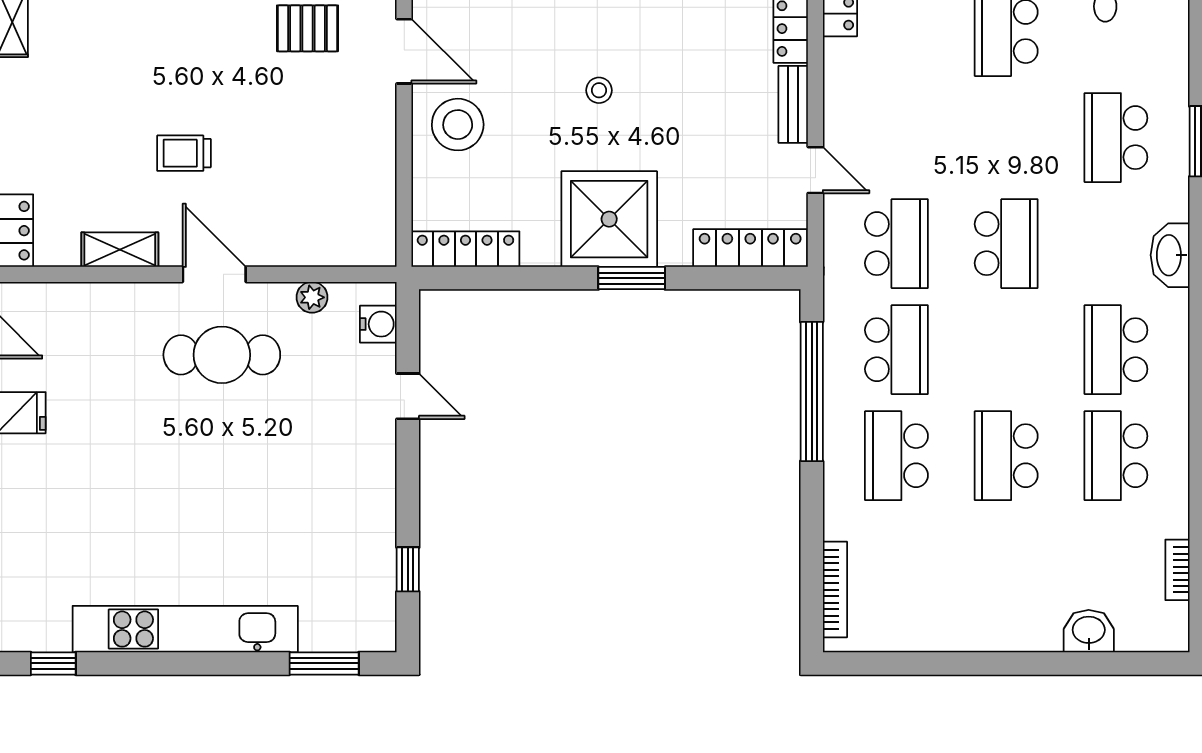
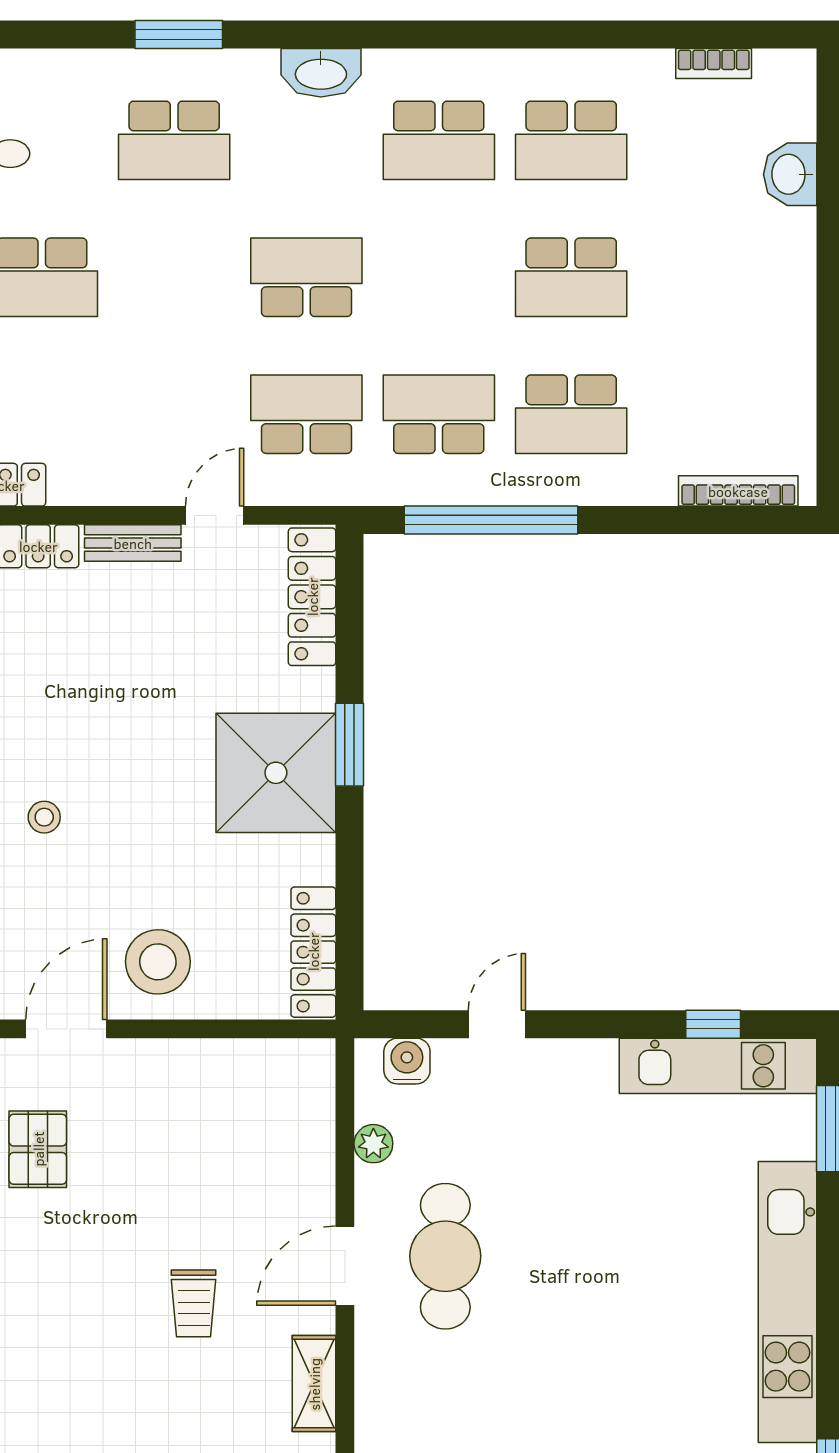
stool: (599, 90) -> (44, 817), moved
kitchen unit: (374, 573) -> (718, 1066), added

